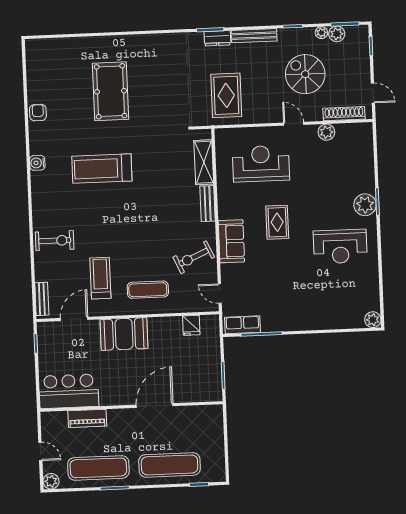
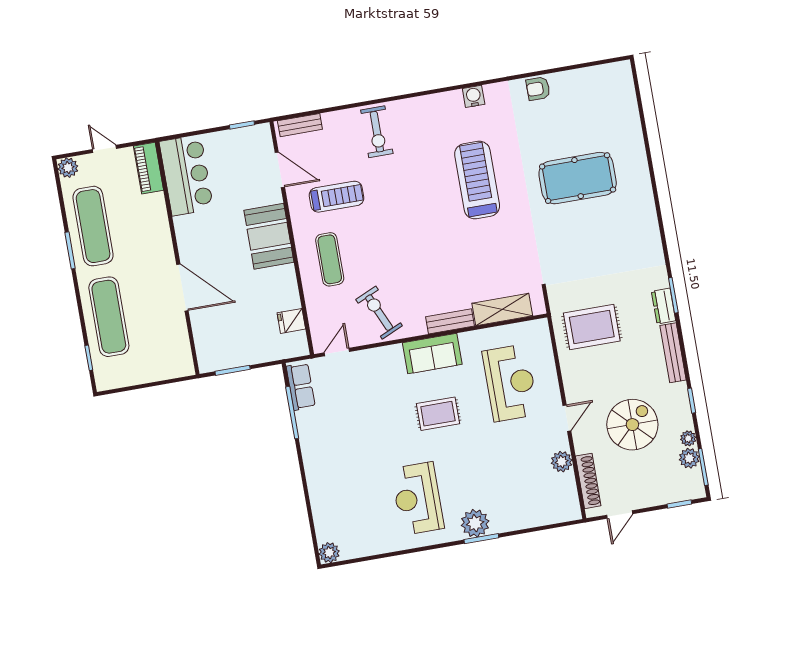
armchair: (38, 113) -> (538, 89), turned 180
sofa: (231, 241) -> (432, 354), moved
piano: (87, 418) -> (148, 168), moved
door: (40, 451) -> (104, 149), swing flipped

